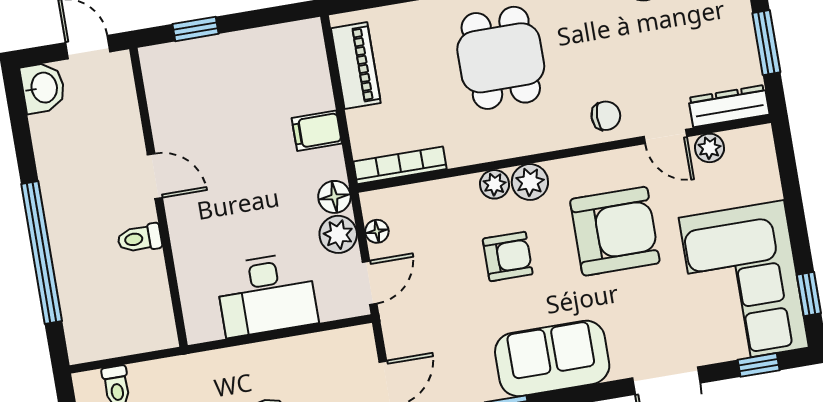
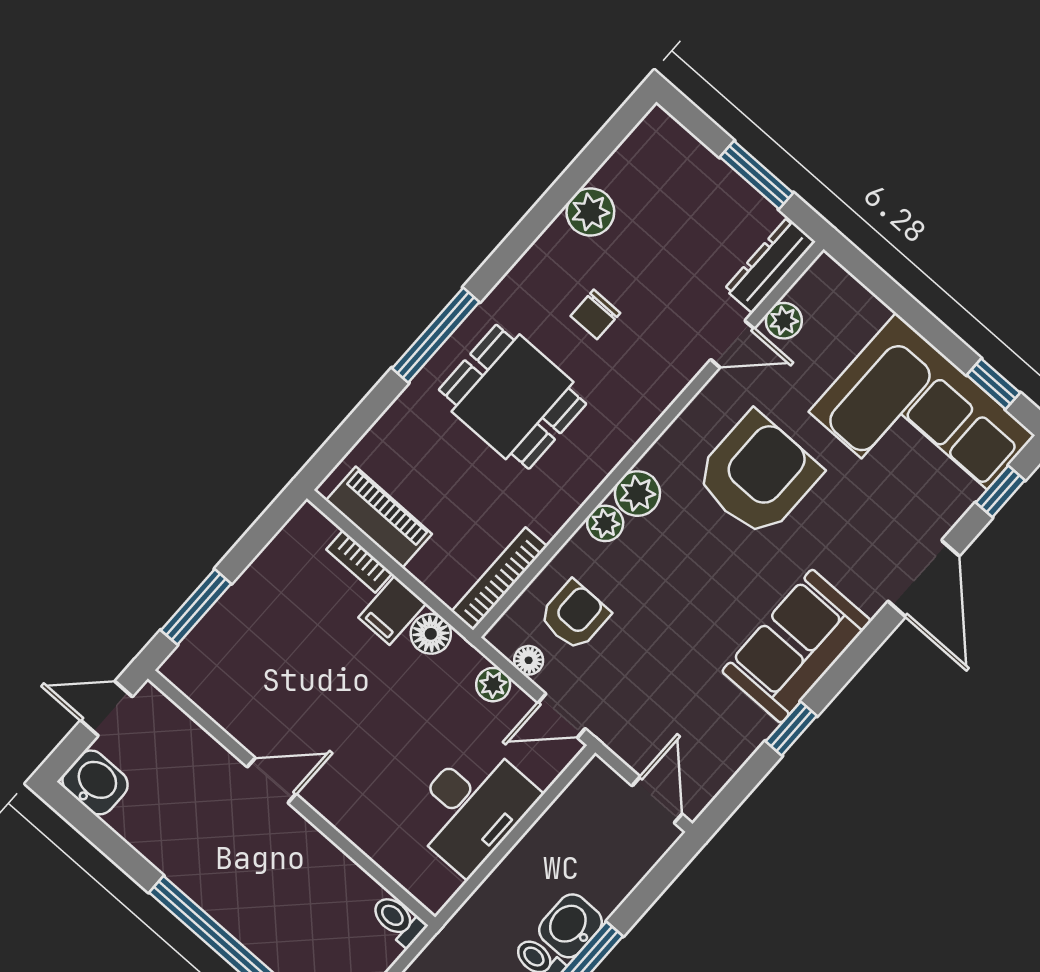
window: (195, 29) -> (196, 607), width x1.50
bookcase: (321, 83) -> (359, 562), added
chair: (606, 116) -> (595, 314), moved, turned 180
floor lamp: (334, 197) -> (431, 634), moved
plant: (338, 234) -> (493, 685), width x0.73, depth x0.73
toilet: (140, 238) -> (398, 920), moved, turned 90
armchair: (508, 256) -> (575, 615), moved
door: (370, 283) -> (562, 716), swing flipped

